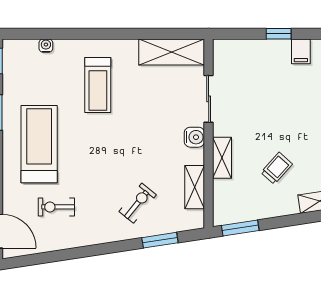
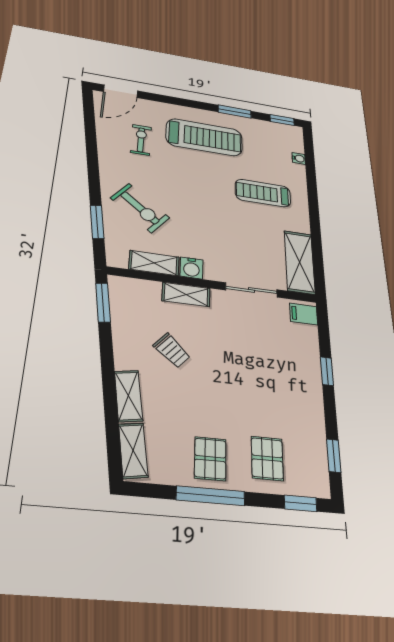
filing cabinet: (301, 51) -> (304, 314), moved
water cooler: (194, 137) -> (191, 268), moved
exercise bike: (138, 203) -> (140, 208), width x1.38, depth x1.39

